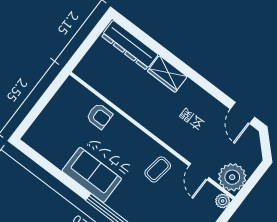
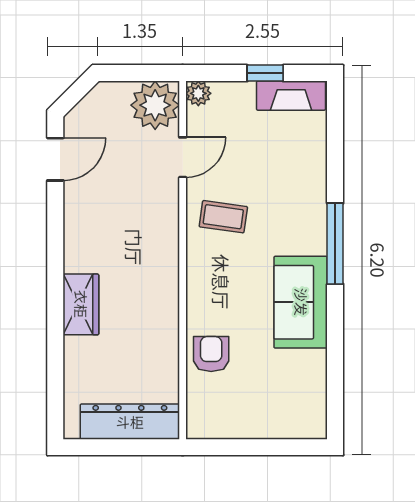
dresser: (130, 45) -> (130, 422), moved, turned -90

